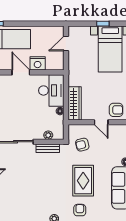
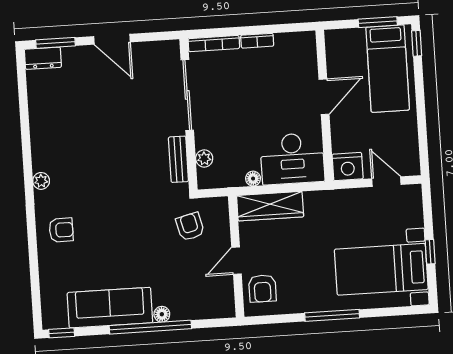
nightstand: (38, 63) -> (348, 167), moved, turned -90
rug: (83, 181) -> (119, 233), removed

